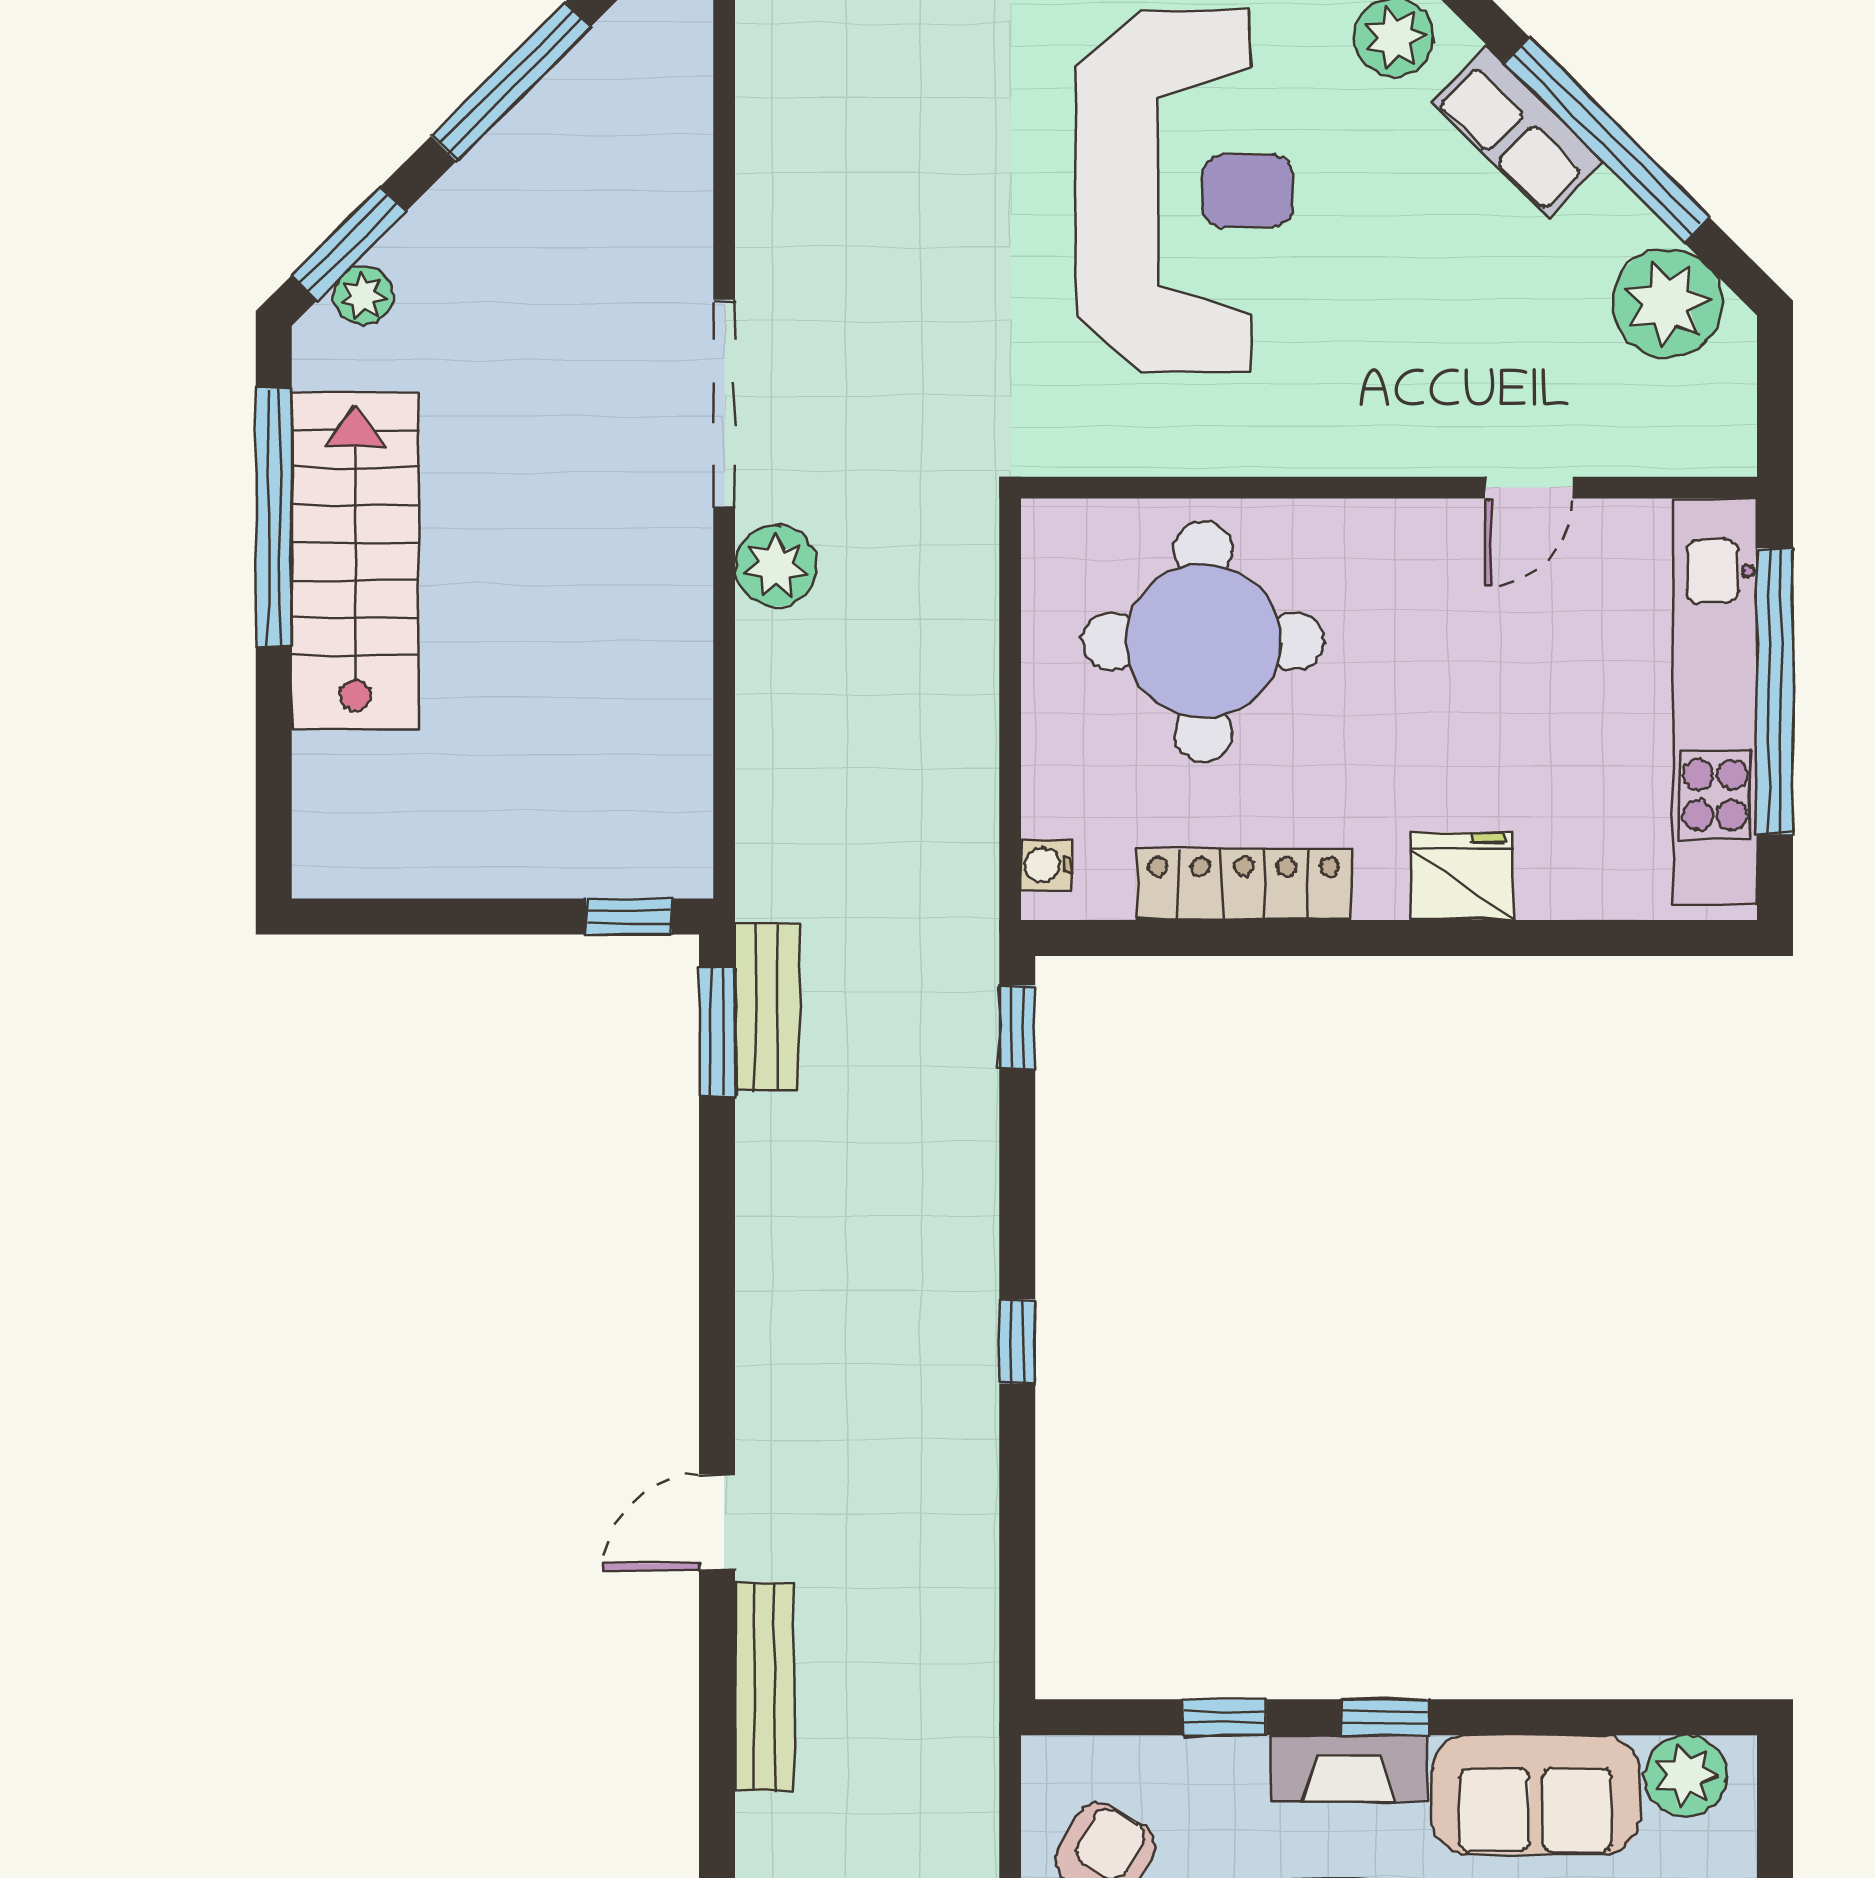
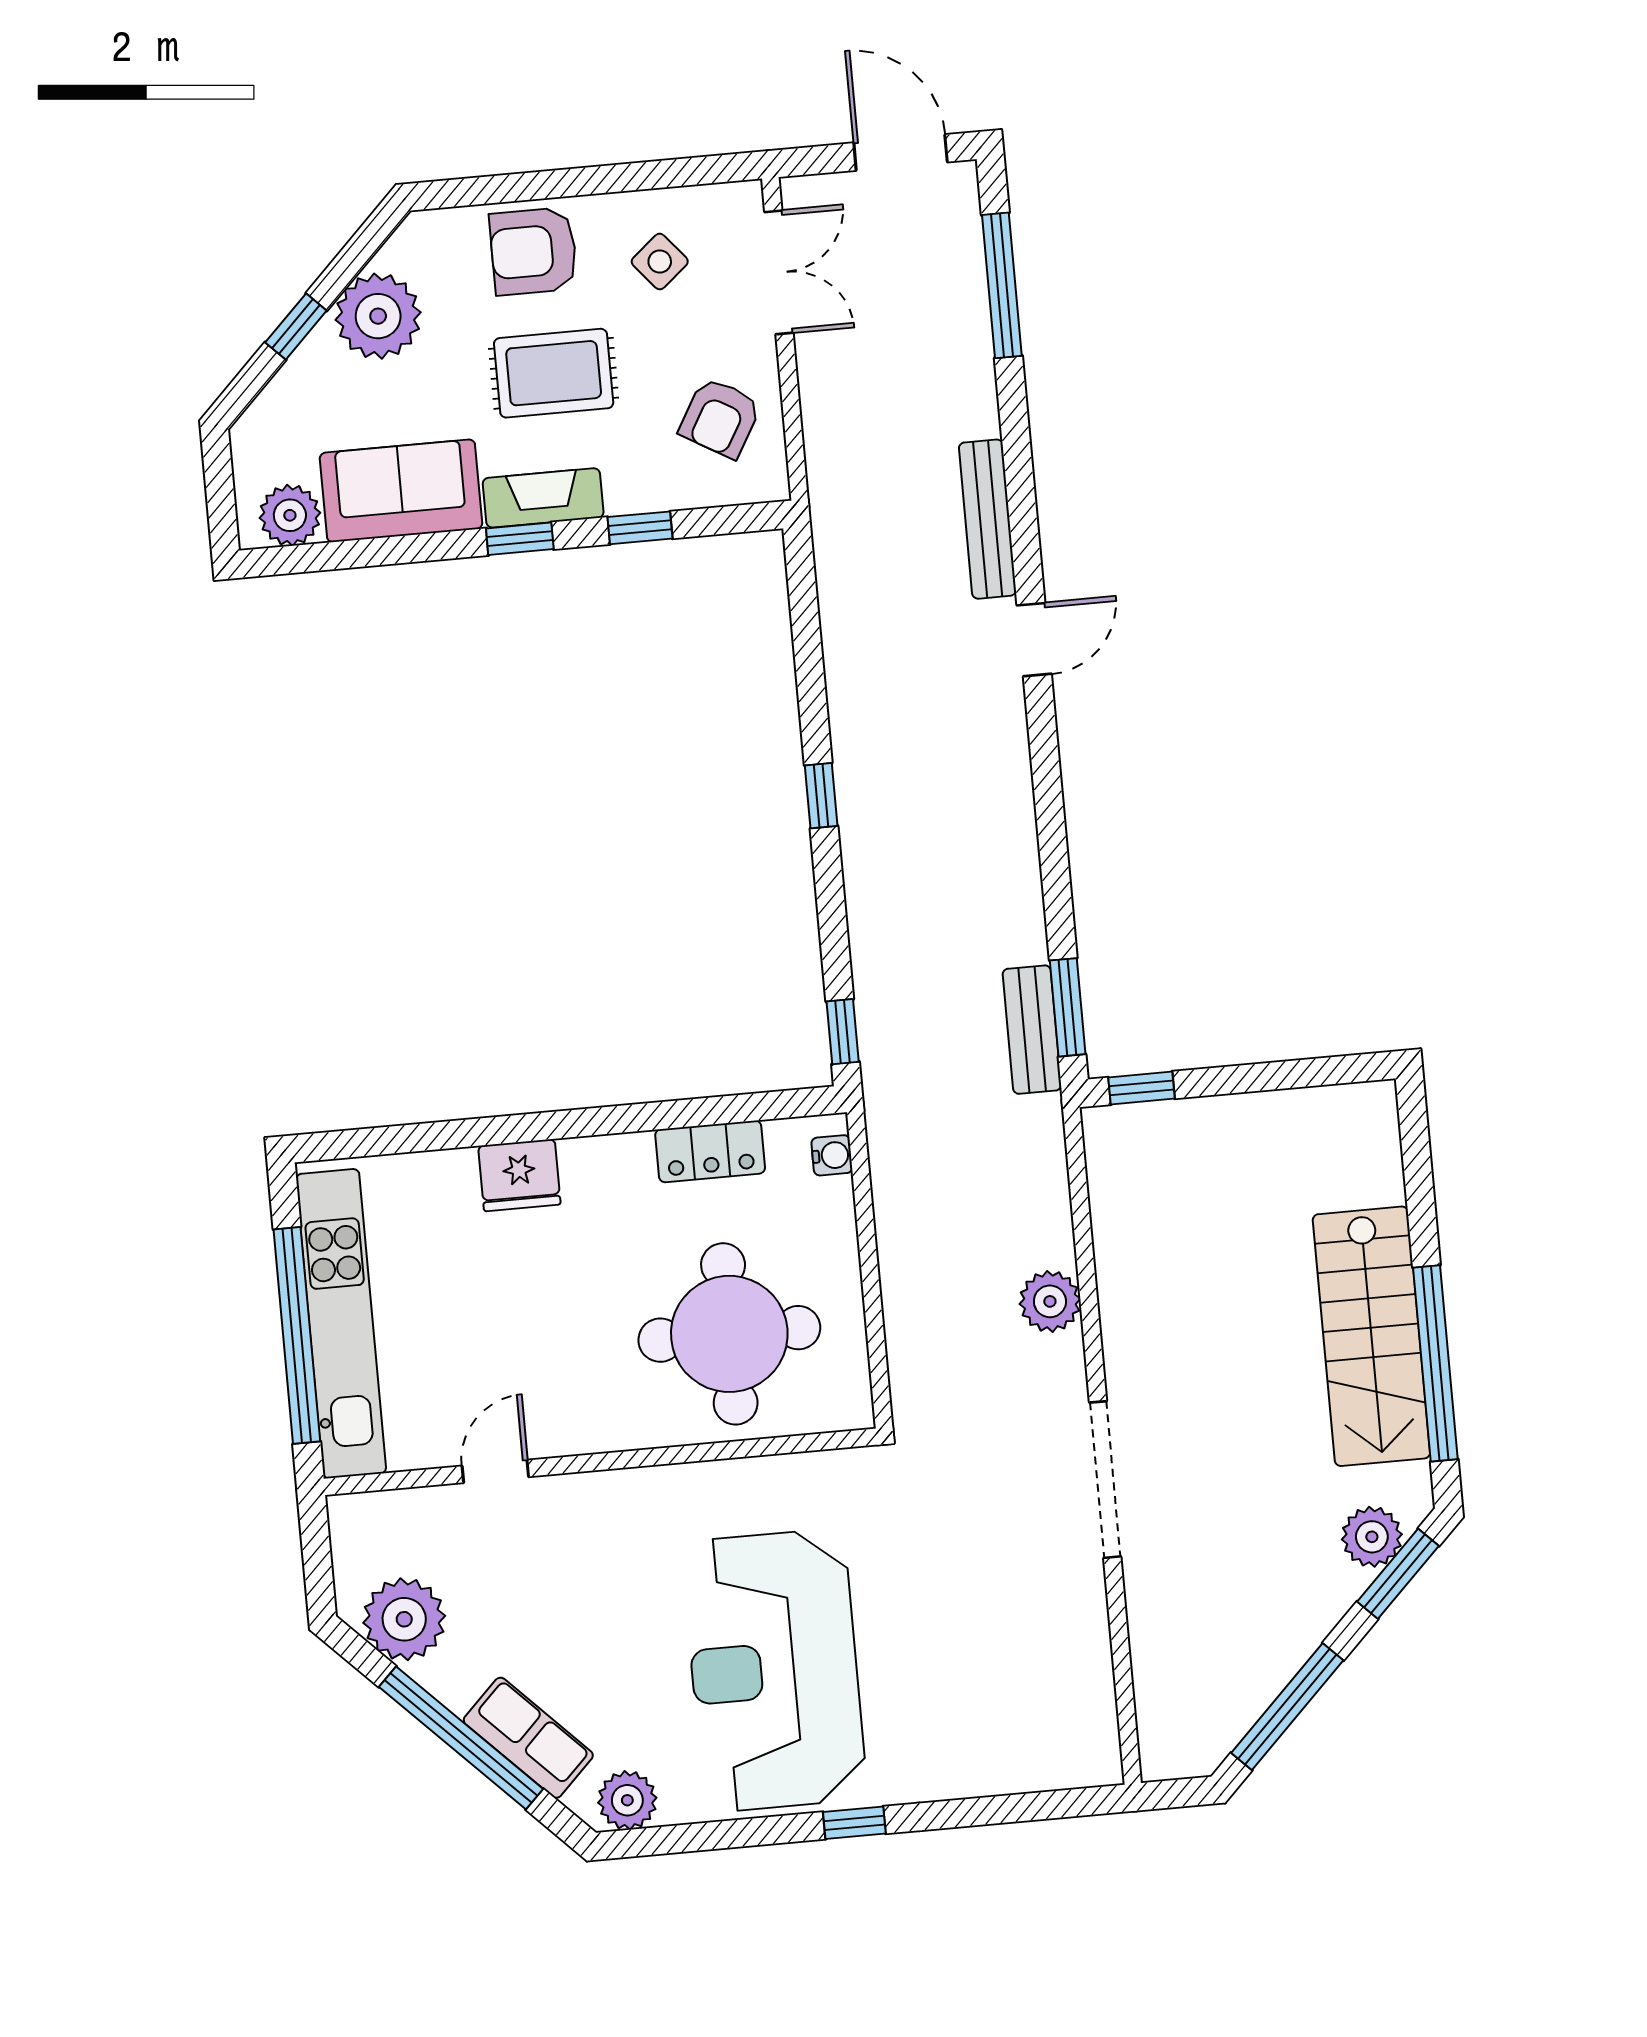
plant: (363, 296) -> (1372, 1537), width x1.38, depth x1.38
plant: (776, 566) -> (1050, 1301), moved
locker: (1244, 885) -> (710, 1151), width x0.66

